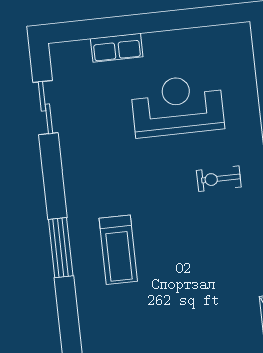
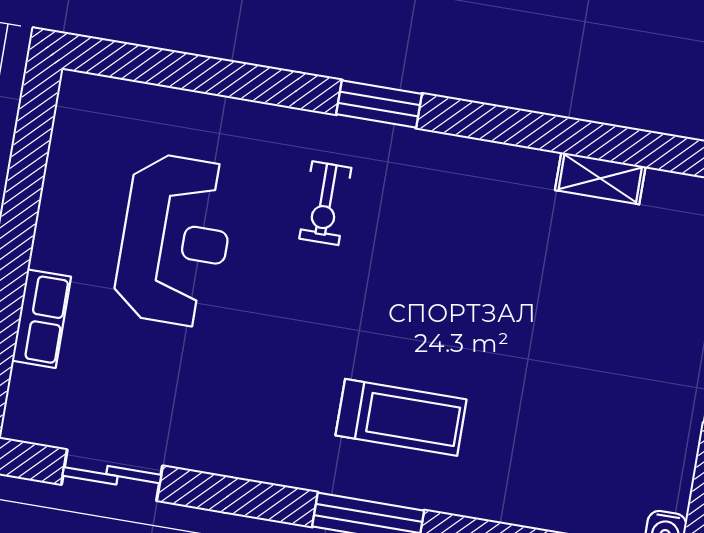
reception desk: (177, 106) -> (175, 240), turned 180

